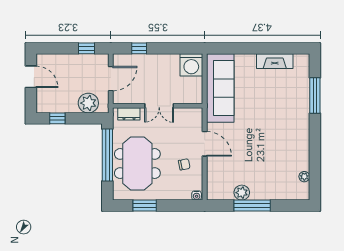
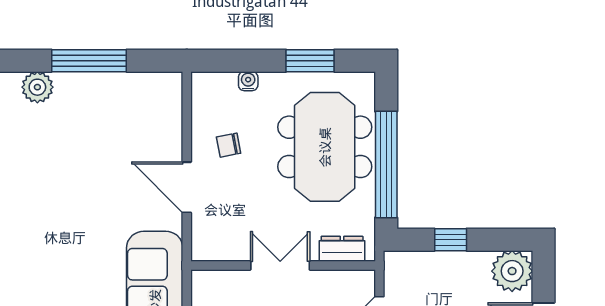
plant: (88, 103) -> (512, 271), moved
window: (57, 118) -> (451, 240), moved
plant: (242, 193) -> (37, 87), moved
water cooler: (197, 196) -> (248, 81), moved

